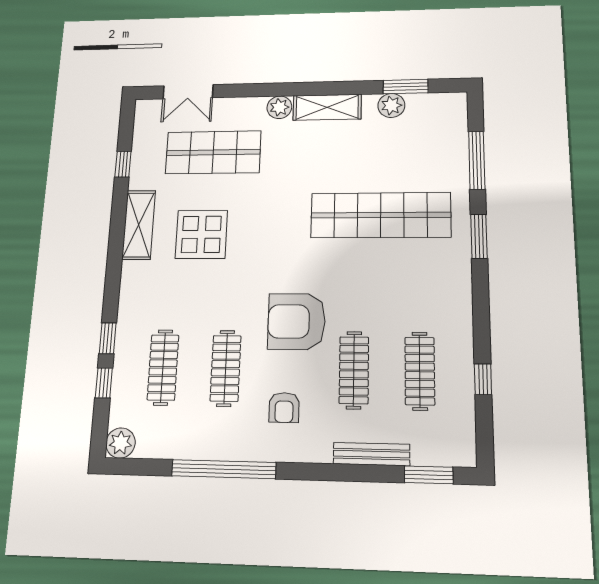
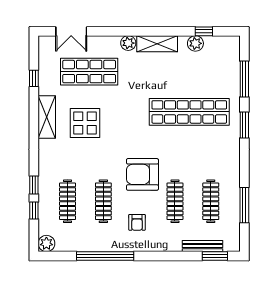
window: (406, 87) -> (204, 31), width x0.67
window: (483, 379) -> (244, 205), width x2.17
bench: (371, 454) -> (202, 246), moved

